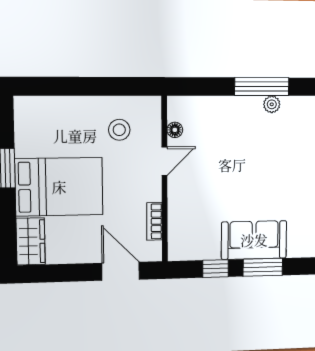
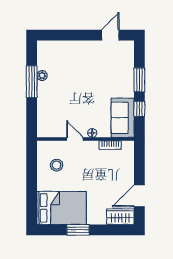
floor lamp: (175, 130) -> (92, 133), moved
bed: (59, 187) -> (62, 208), moved, turned 90
sofa: (254, 240) -> (123, 118), moved
door: (121, 271) -> (139, 196), moved

